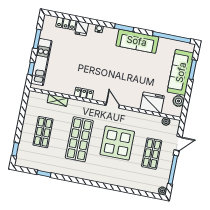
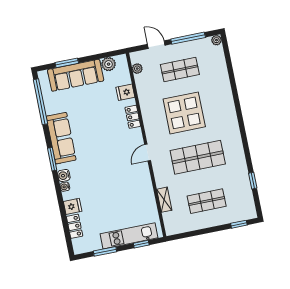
water cooler: (108, 32) -> (64, 175), added
locker: (84, 93) -> (133, 117), moved
fridge: (152, 103) -> (125, 92), width x0.53, depth x0.75
door: (113, 105) -> (148, 153), moved

